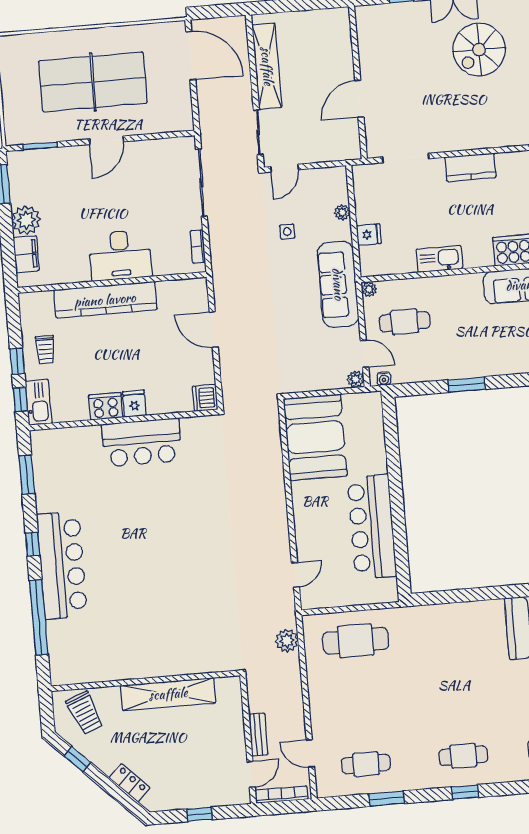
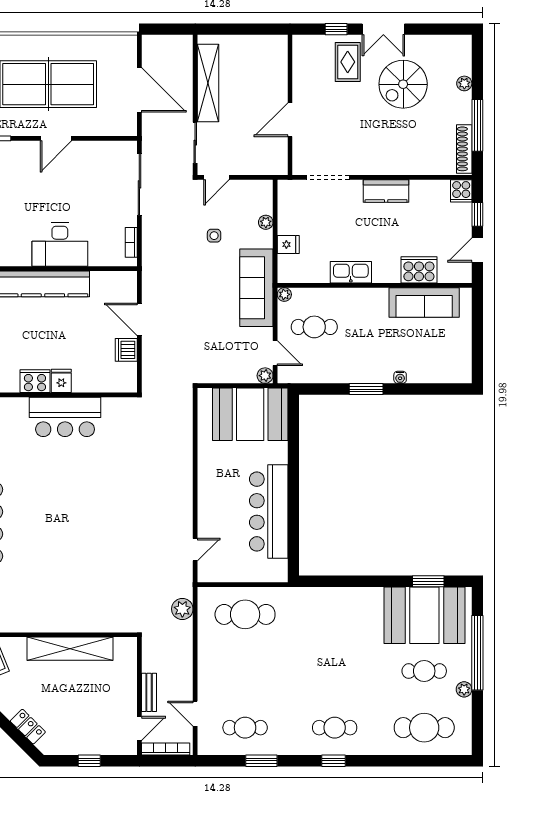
rug: (417, 30) -> (348, 62), added
door: (191, 56) -> (139, 90), moved
water cooler: (384, 379) -> (400, 377), moved
dishwasher: (205, 398) -> (126, 350), moved
booth: (315, 437) -> (250, 414), moved, turned 90

